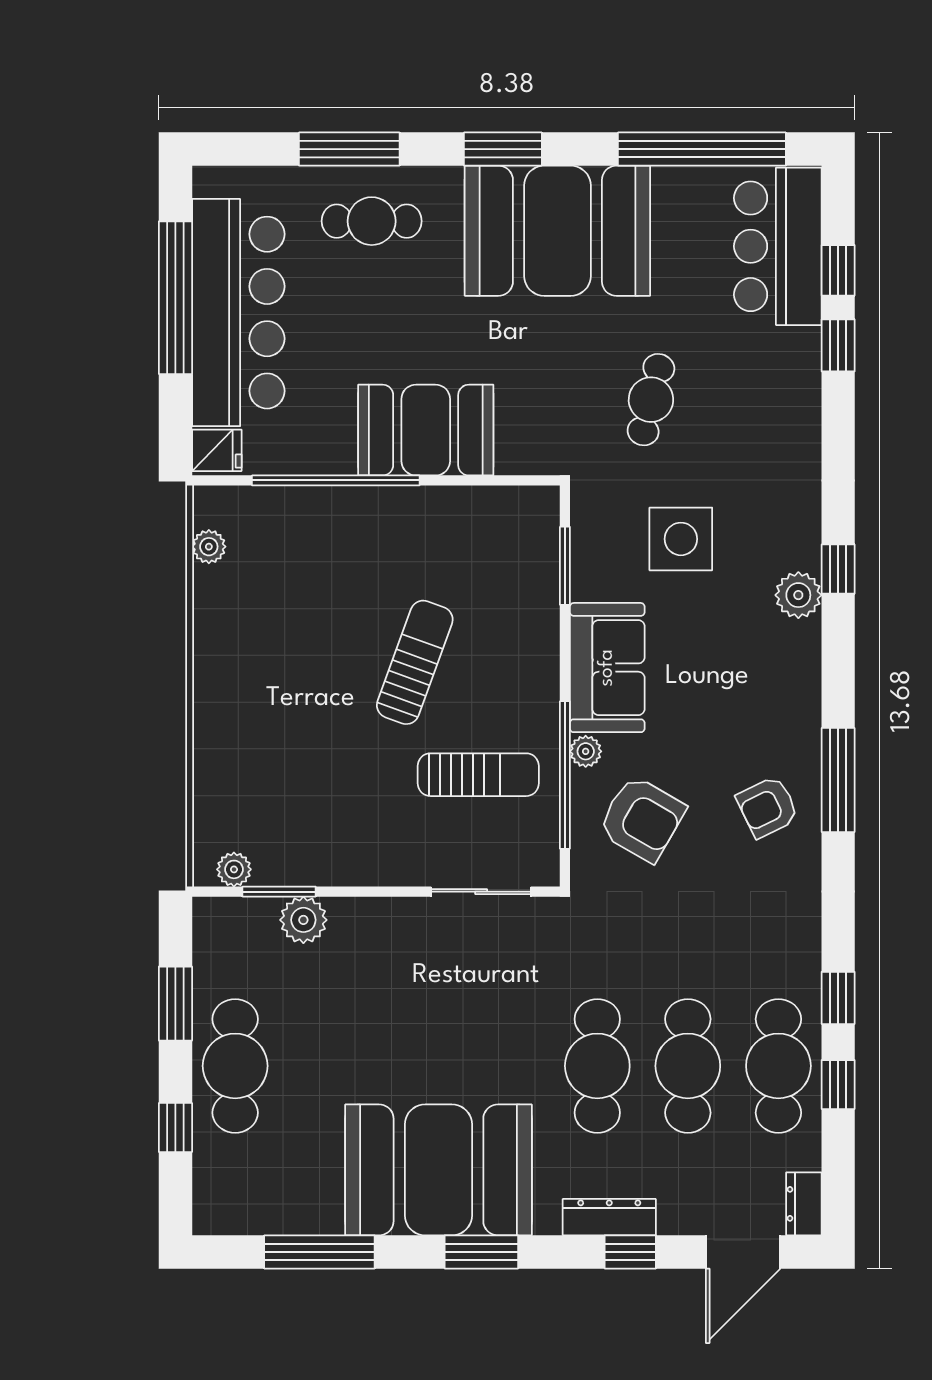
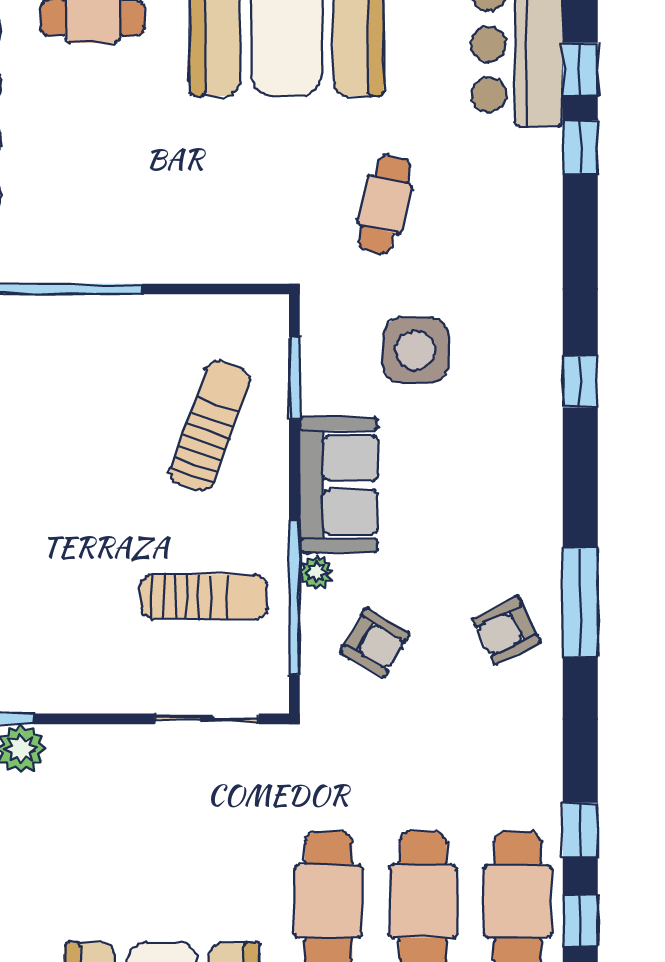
booth: (426, 430) -> (149, 236), removed
plant: (798, 595) -> (539, 409), removed
sun lounger: (415, 662) -> (210, 426), moved
armchair: (642, 819) -> (375, 643), width x0.72, depth x0.72

